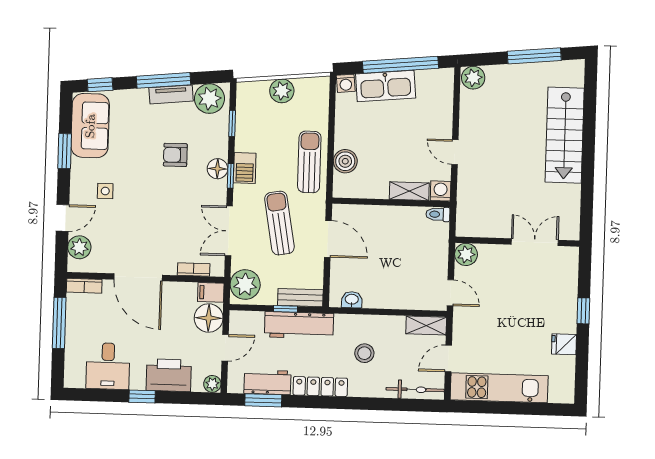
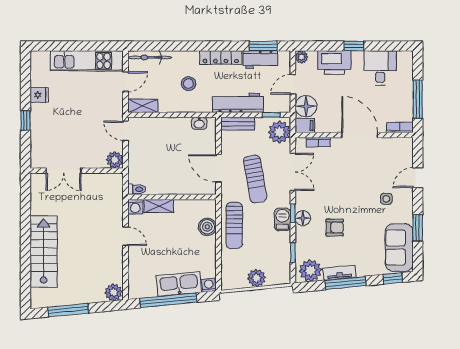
plant: (79, 247) -> (404, 156), removed
window: (285, 309) -> (271, 115), moved

